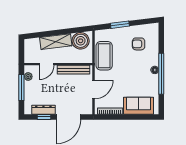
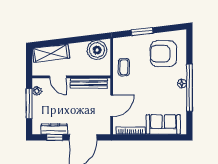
shelving: (56, 42) -> (51, 53), moved
armchair: (139, 44) -> (163, 54), width x1.88, depth x1.88
coffee table: (104, 56) -> (124, 67), width x0.54, depth x0.58
door: (47, 64) -> (58, 77), hinge flipped

